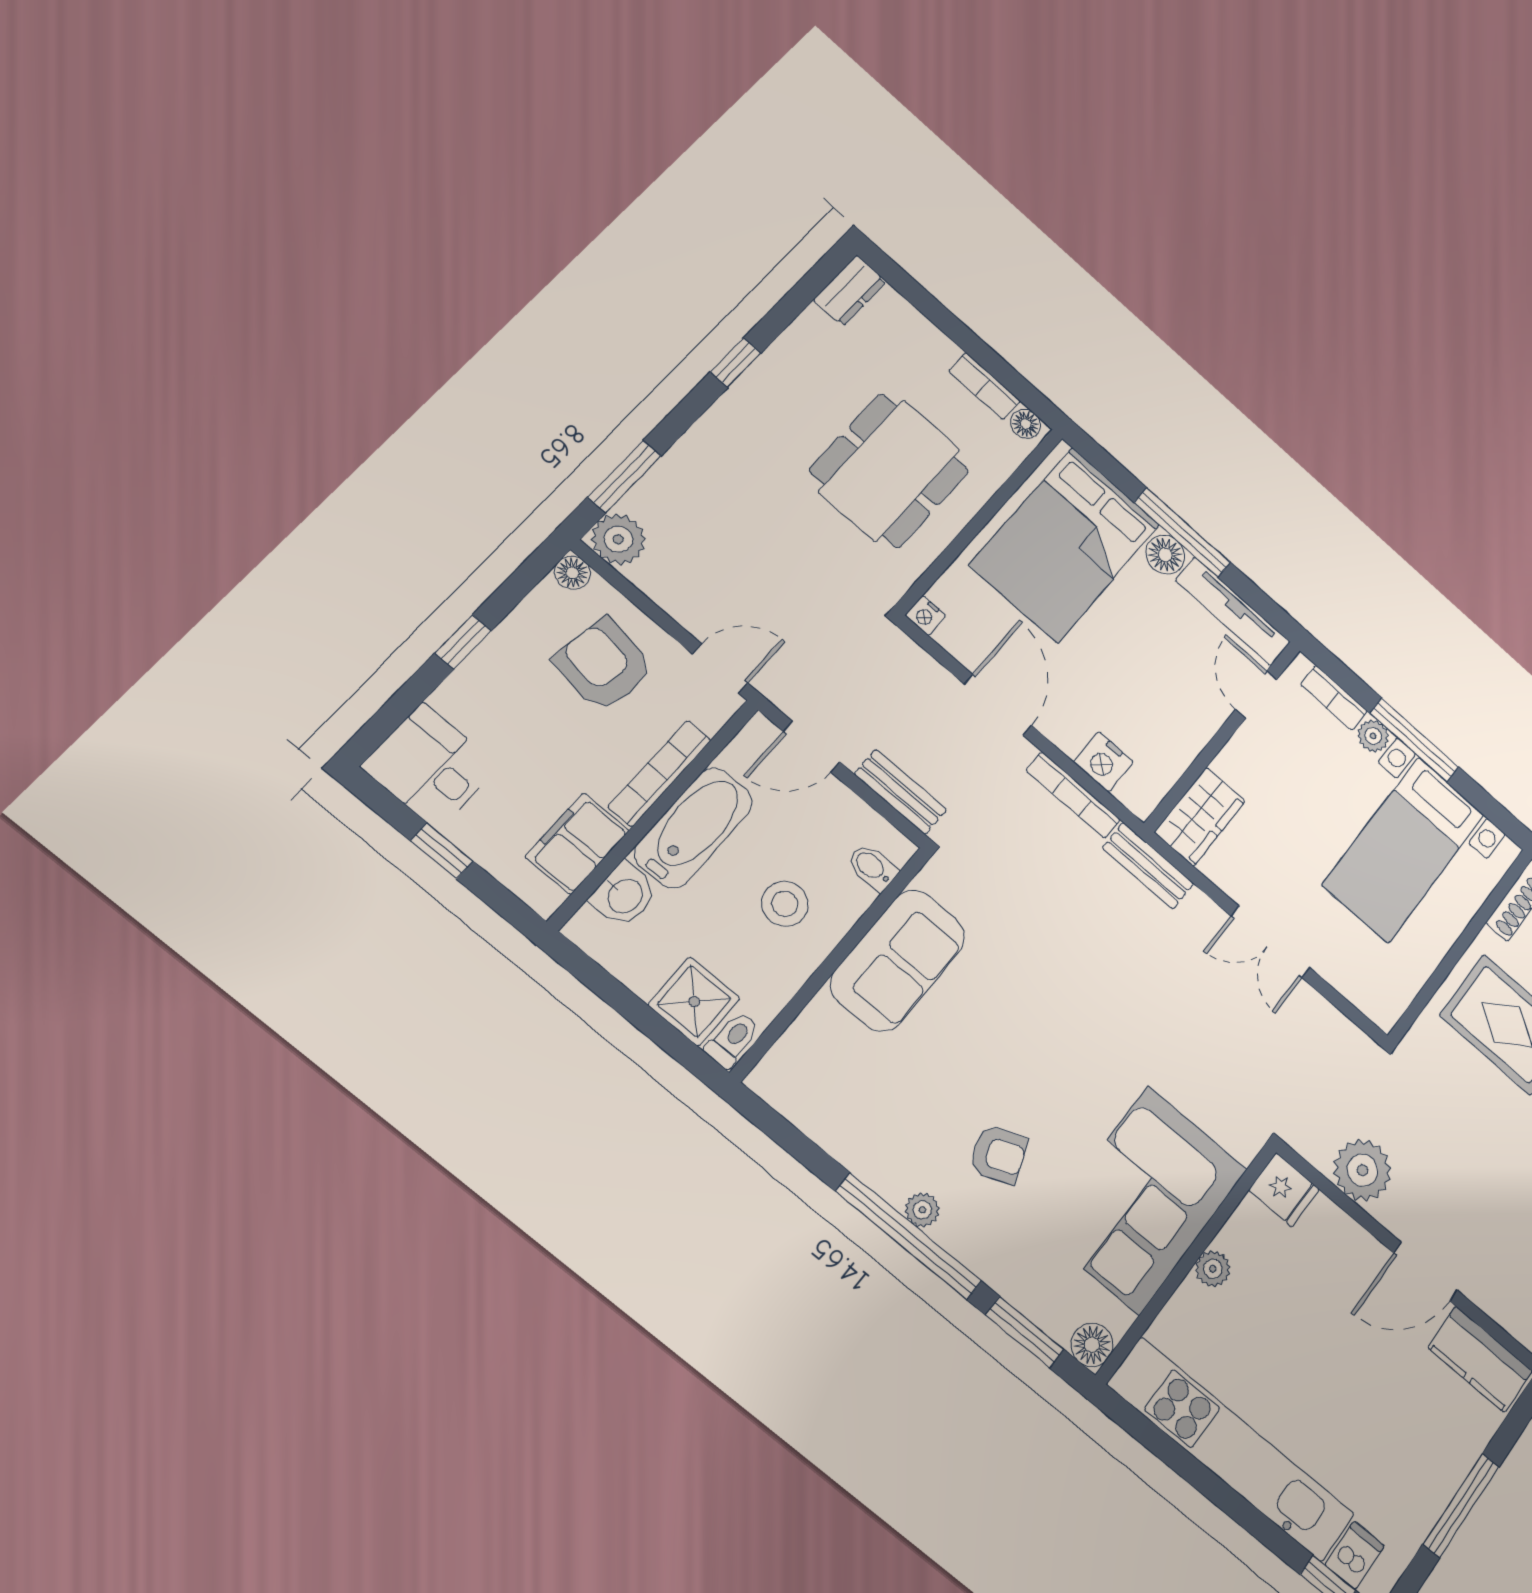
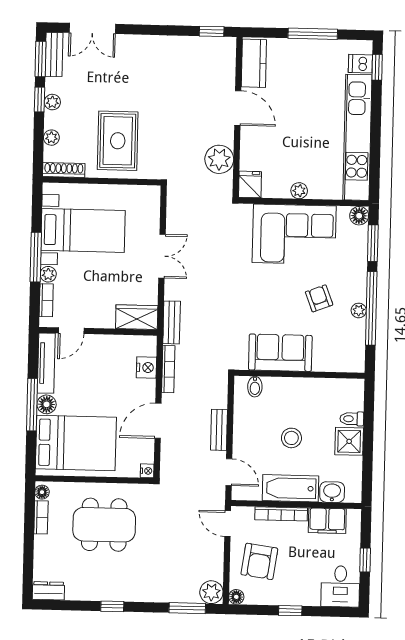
bidet: (872, 867) -> (255, 387), moved
sofa: (898, 960) -> (280, 353), moved
wall: (832, 963) -> (299, 374), moved

